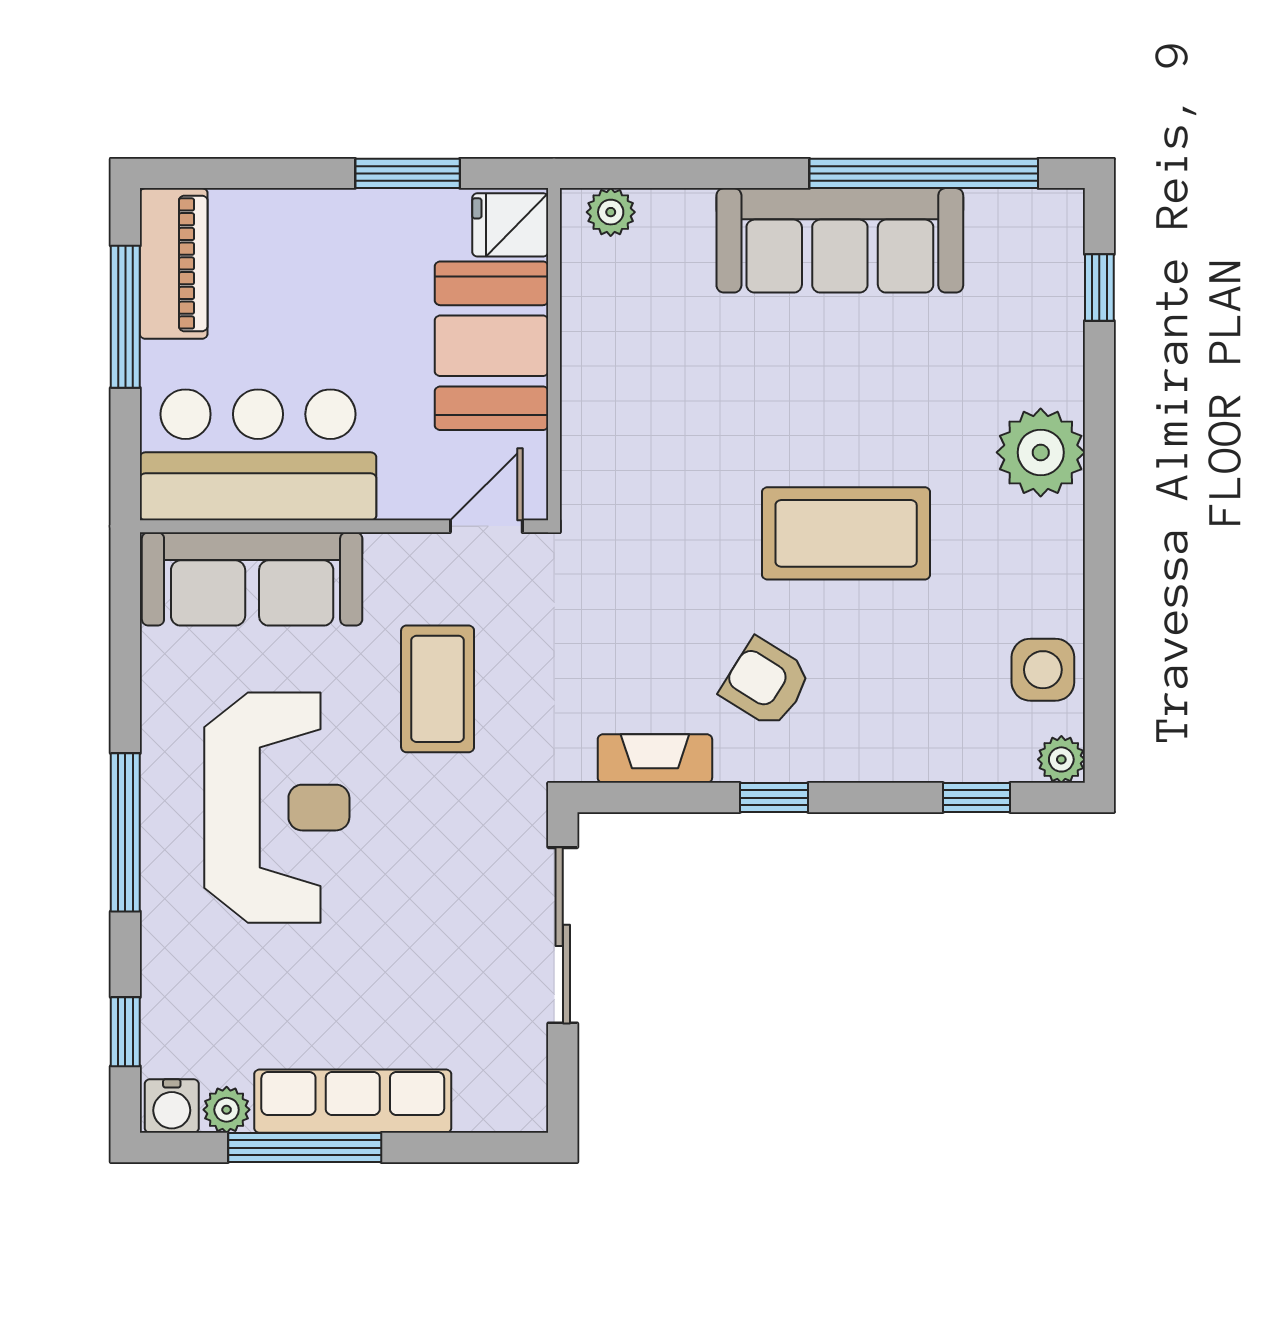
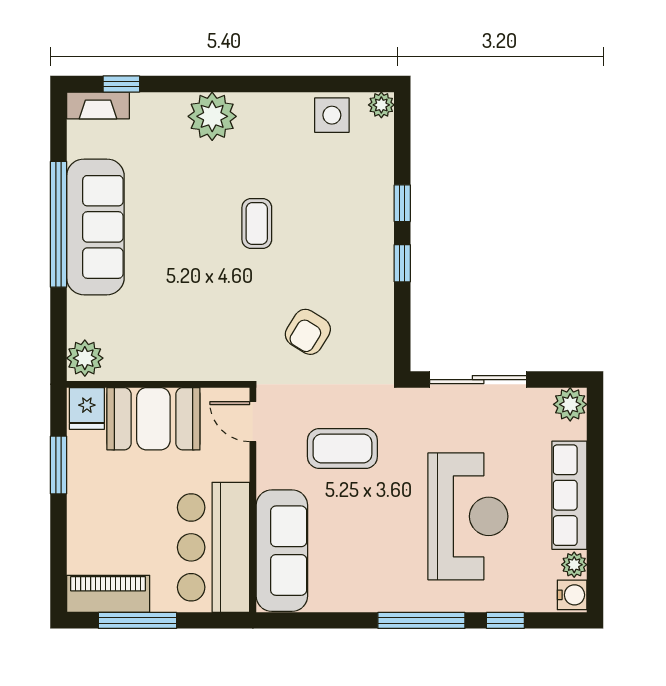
window: (924, 173) -> (59, 224), moved
plant: (611, 212) -> (85, 358), width x1.38, depth x1.38
coffee table: (846, 533) -> (257, 224), width x0.54, depth x0.58
armchair: (766, 683) -> (308, 332), moved
fireplace: (655, 759) -> (98, 105), moved, turned -90
window: (977, 798) -> (402, 203), moved
reception desk: (277, 808) -> (468, 516), moved, turned 90
window: (125, 1032) -> (505, 620), moved
plant: (518, 1102) -> (570, 404), added
window: (305, 1148) -> (595, 522), removed

